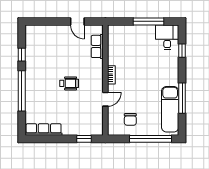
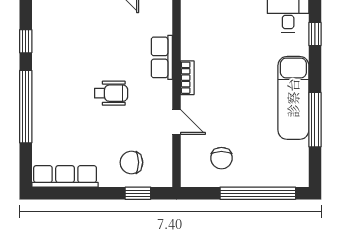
row of seats: (97, 46) -> (162, 57), moved
door: (105, 99) -> (176, 122), hinge flipped
exam couch: (170, 109) -> (293, 98), moved
chair: (80, 122) -> (131, 162), added

